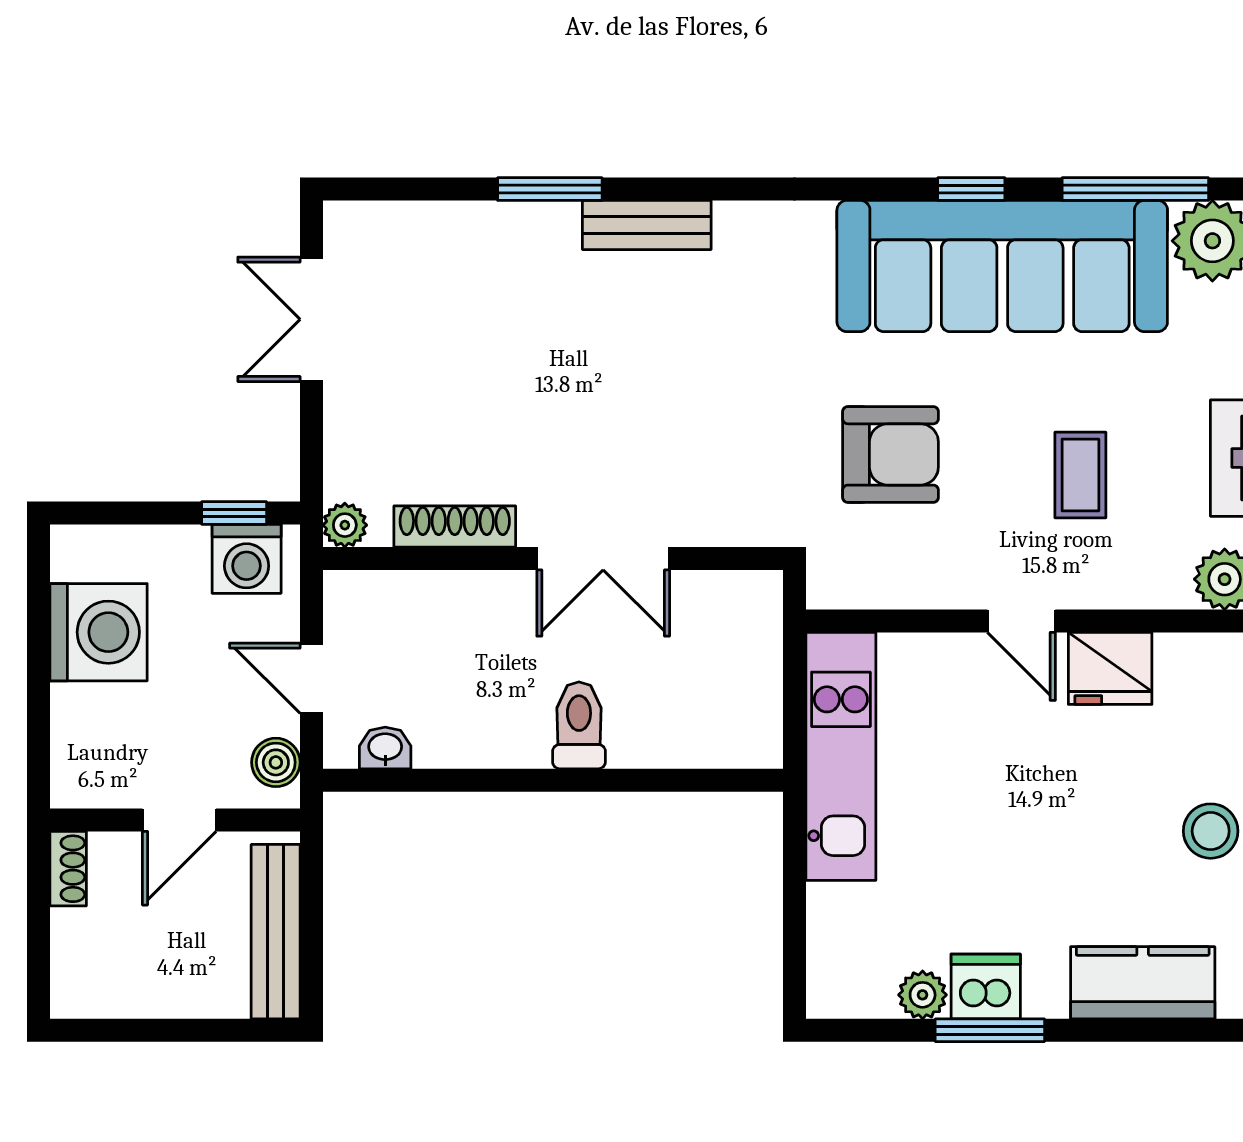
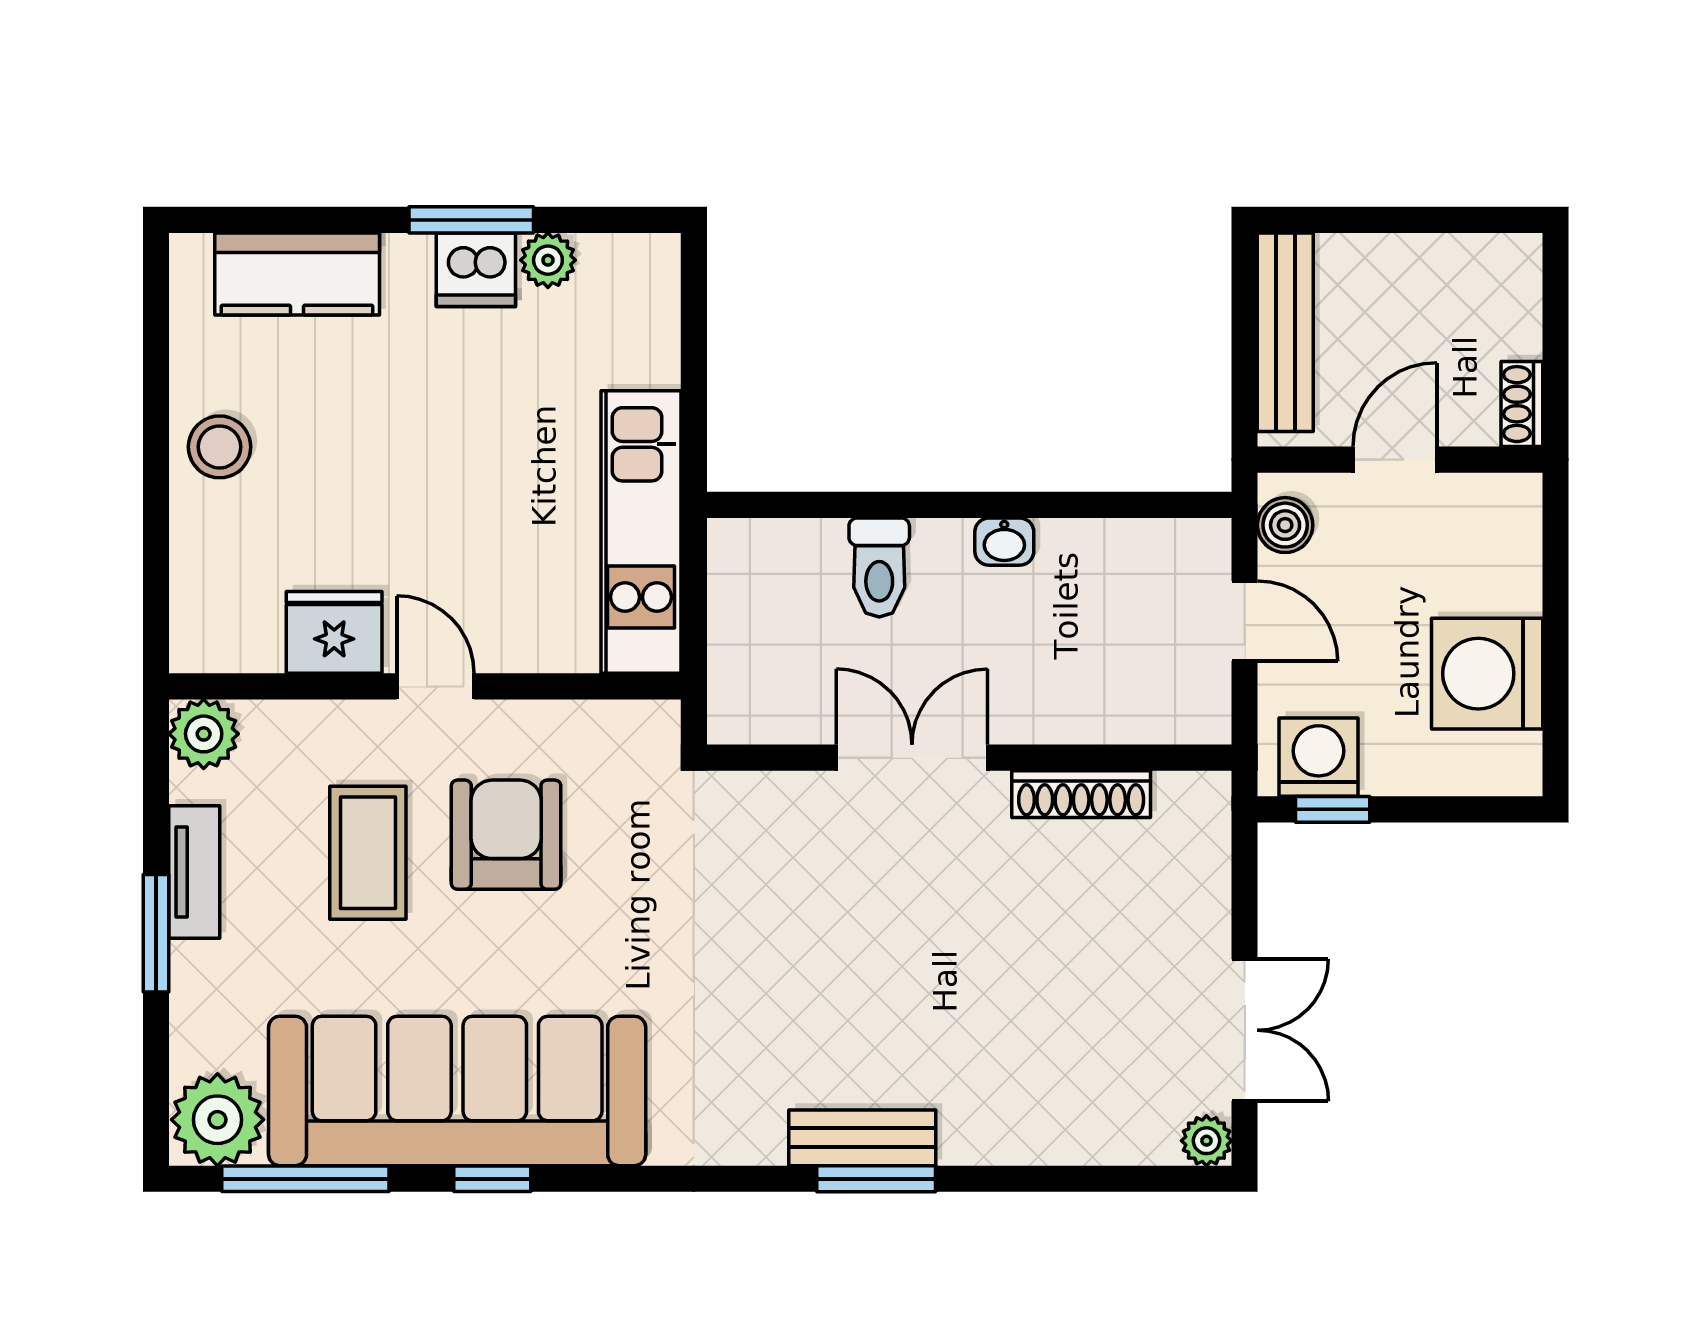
window: (550, 189) -> (876, 1179), moved
armchair: (891, 454) -> (506, 835), moved, turned 90
coffee table: (1080, 475) -> (368, 853), width x1.36, depth x1.30
plant: (345, 525) -> (1206, 1141), moved
toilet: (579, 725) -> (879, 567), moved
washbasin: (385, 748) -> (1004, 542), moved

